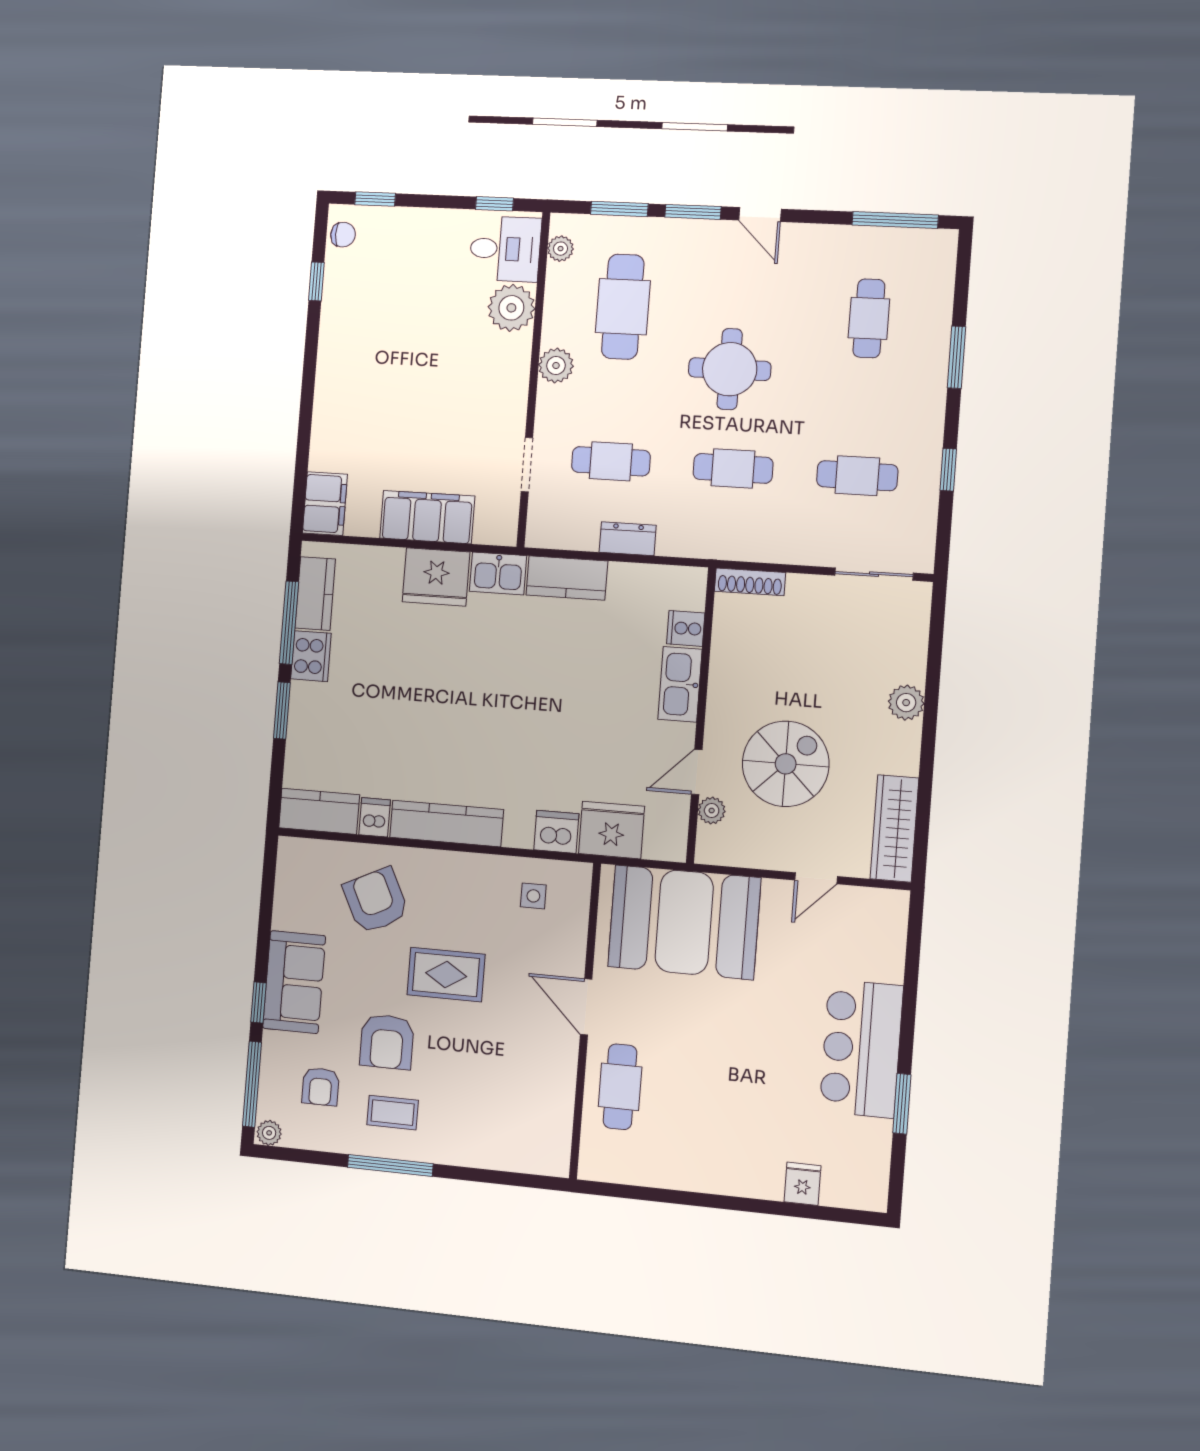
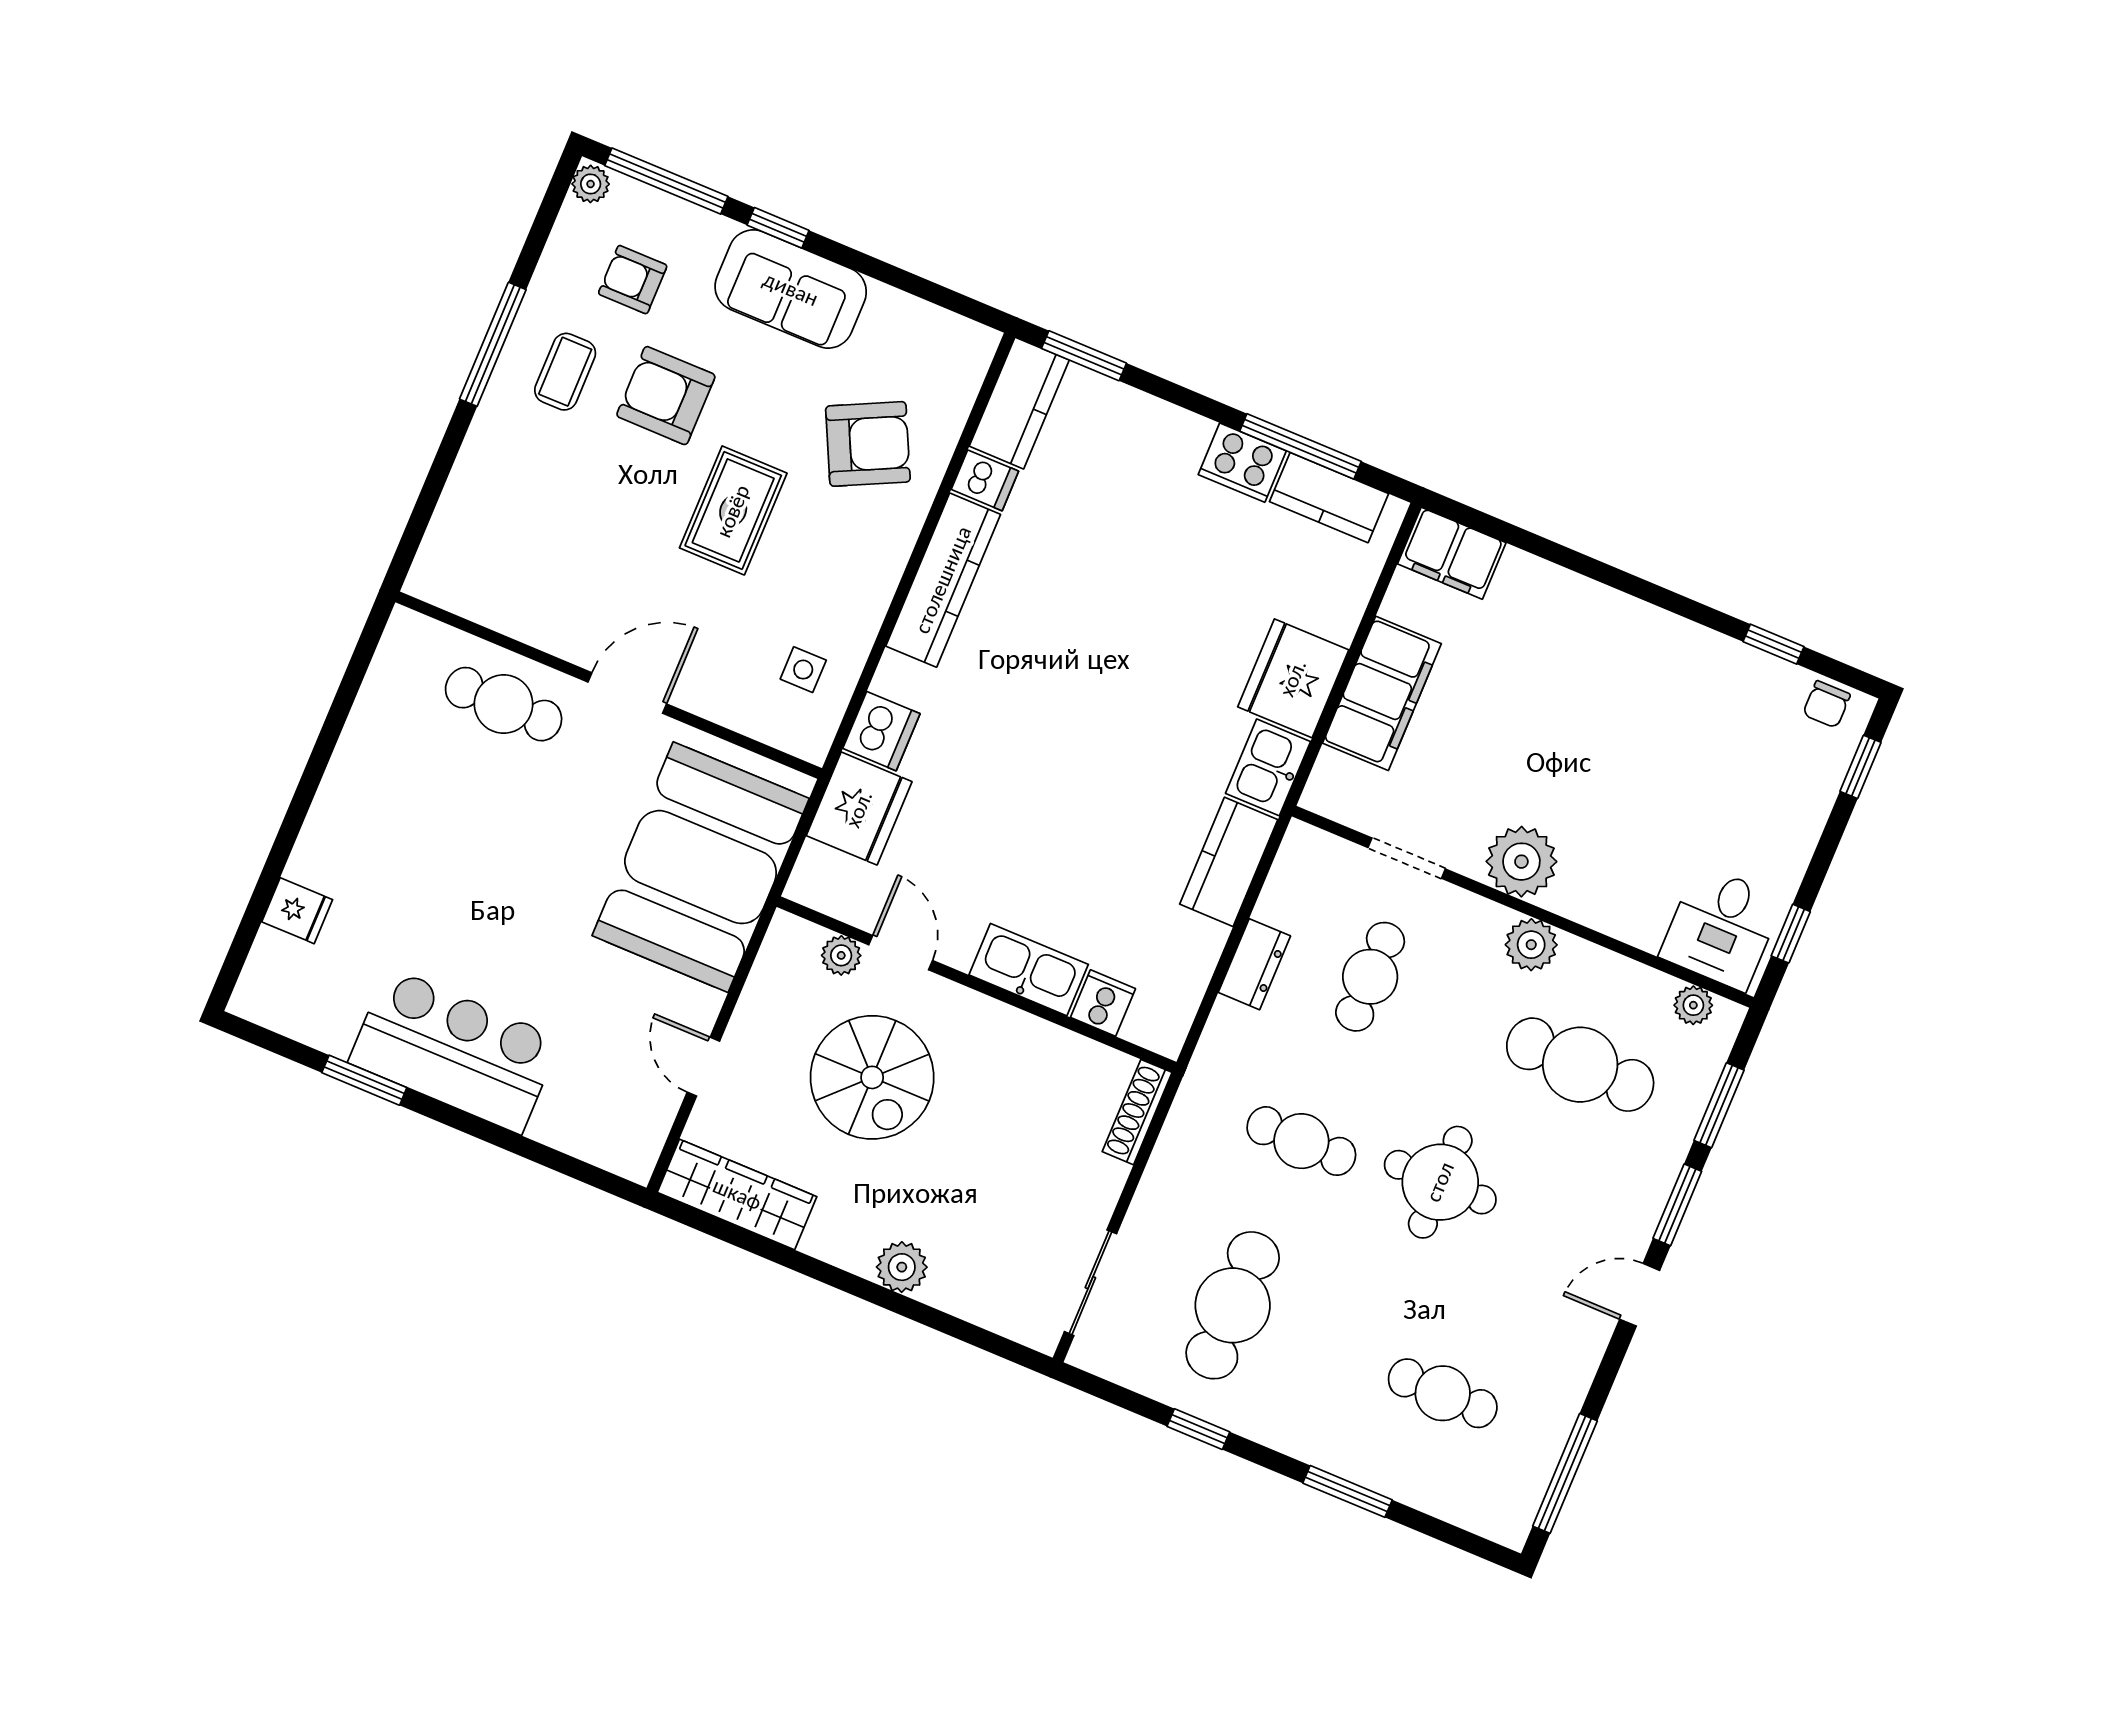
plant: (511, 308) -> (1521, 862), moved
cafe table: (733, 468) -> (1301, 1141), turned 90
cafe table: (857, 476) -> (1233, 1305), width x1.37, depth x1.35
window: (282, 711) -> (1084, 356), moved

